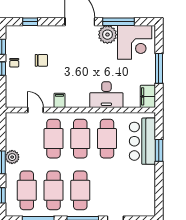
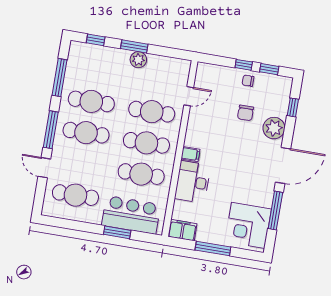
plant: (107, 35) -> (274, 128), moved
filing cabinet: (59, 100) -> (190, 154), moved
cafe table: (27, 190) -> (75, 195), moved

